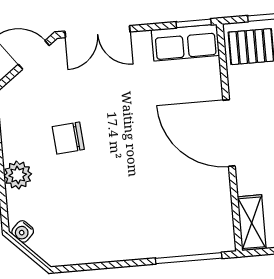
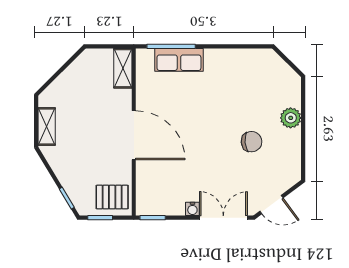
row of seats: (185, 43) -> (179, 60), moved, turned 180
water cooler: (23, 231) -> (192, 209), moved, turned 135

